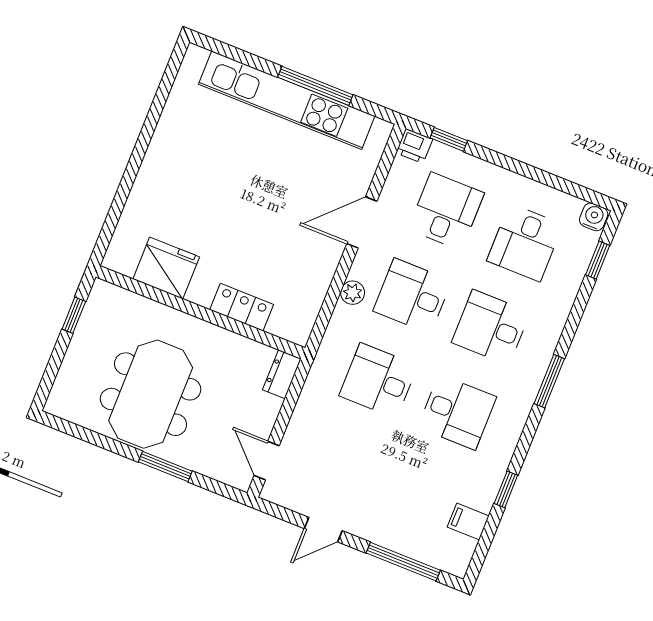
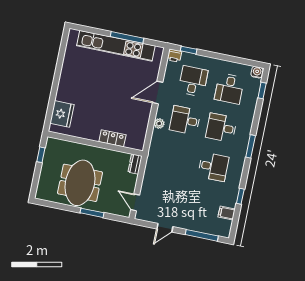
fridge: (166, 268) -> (62, 114), moved, turned 90
desk: (378, 381) -> (177, 159), removed

